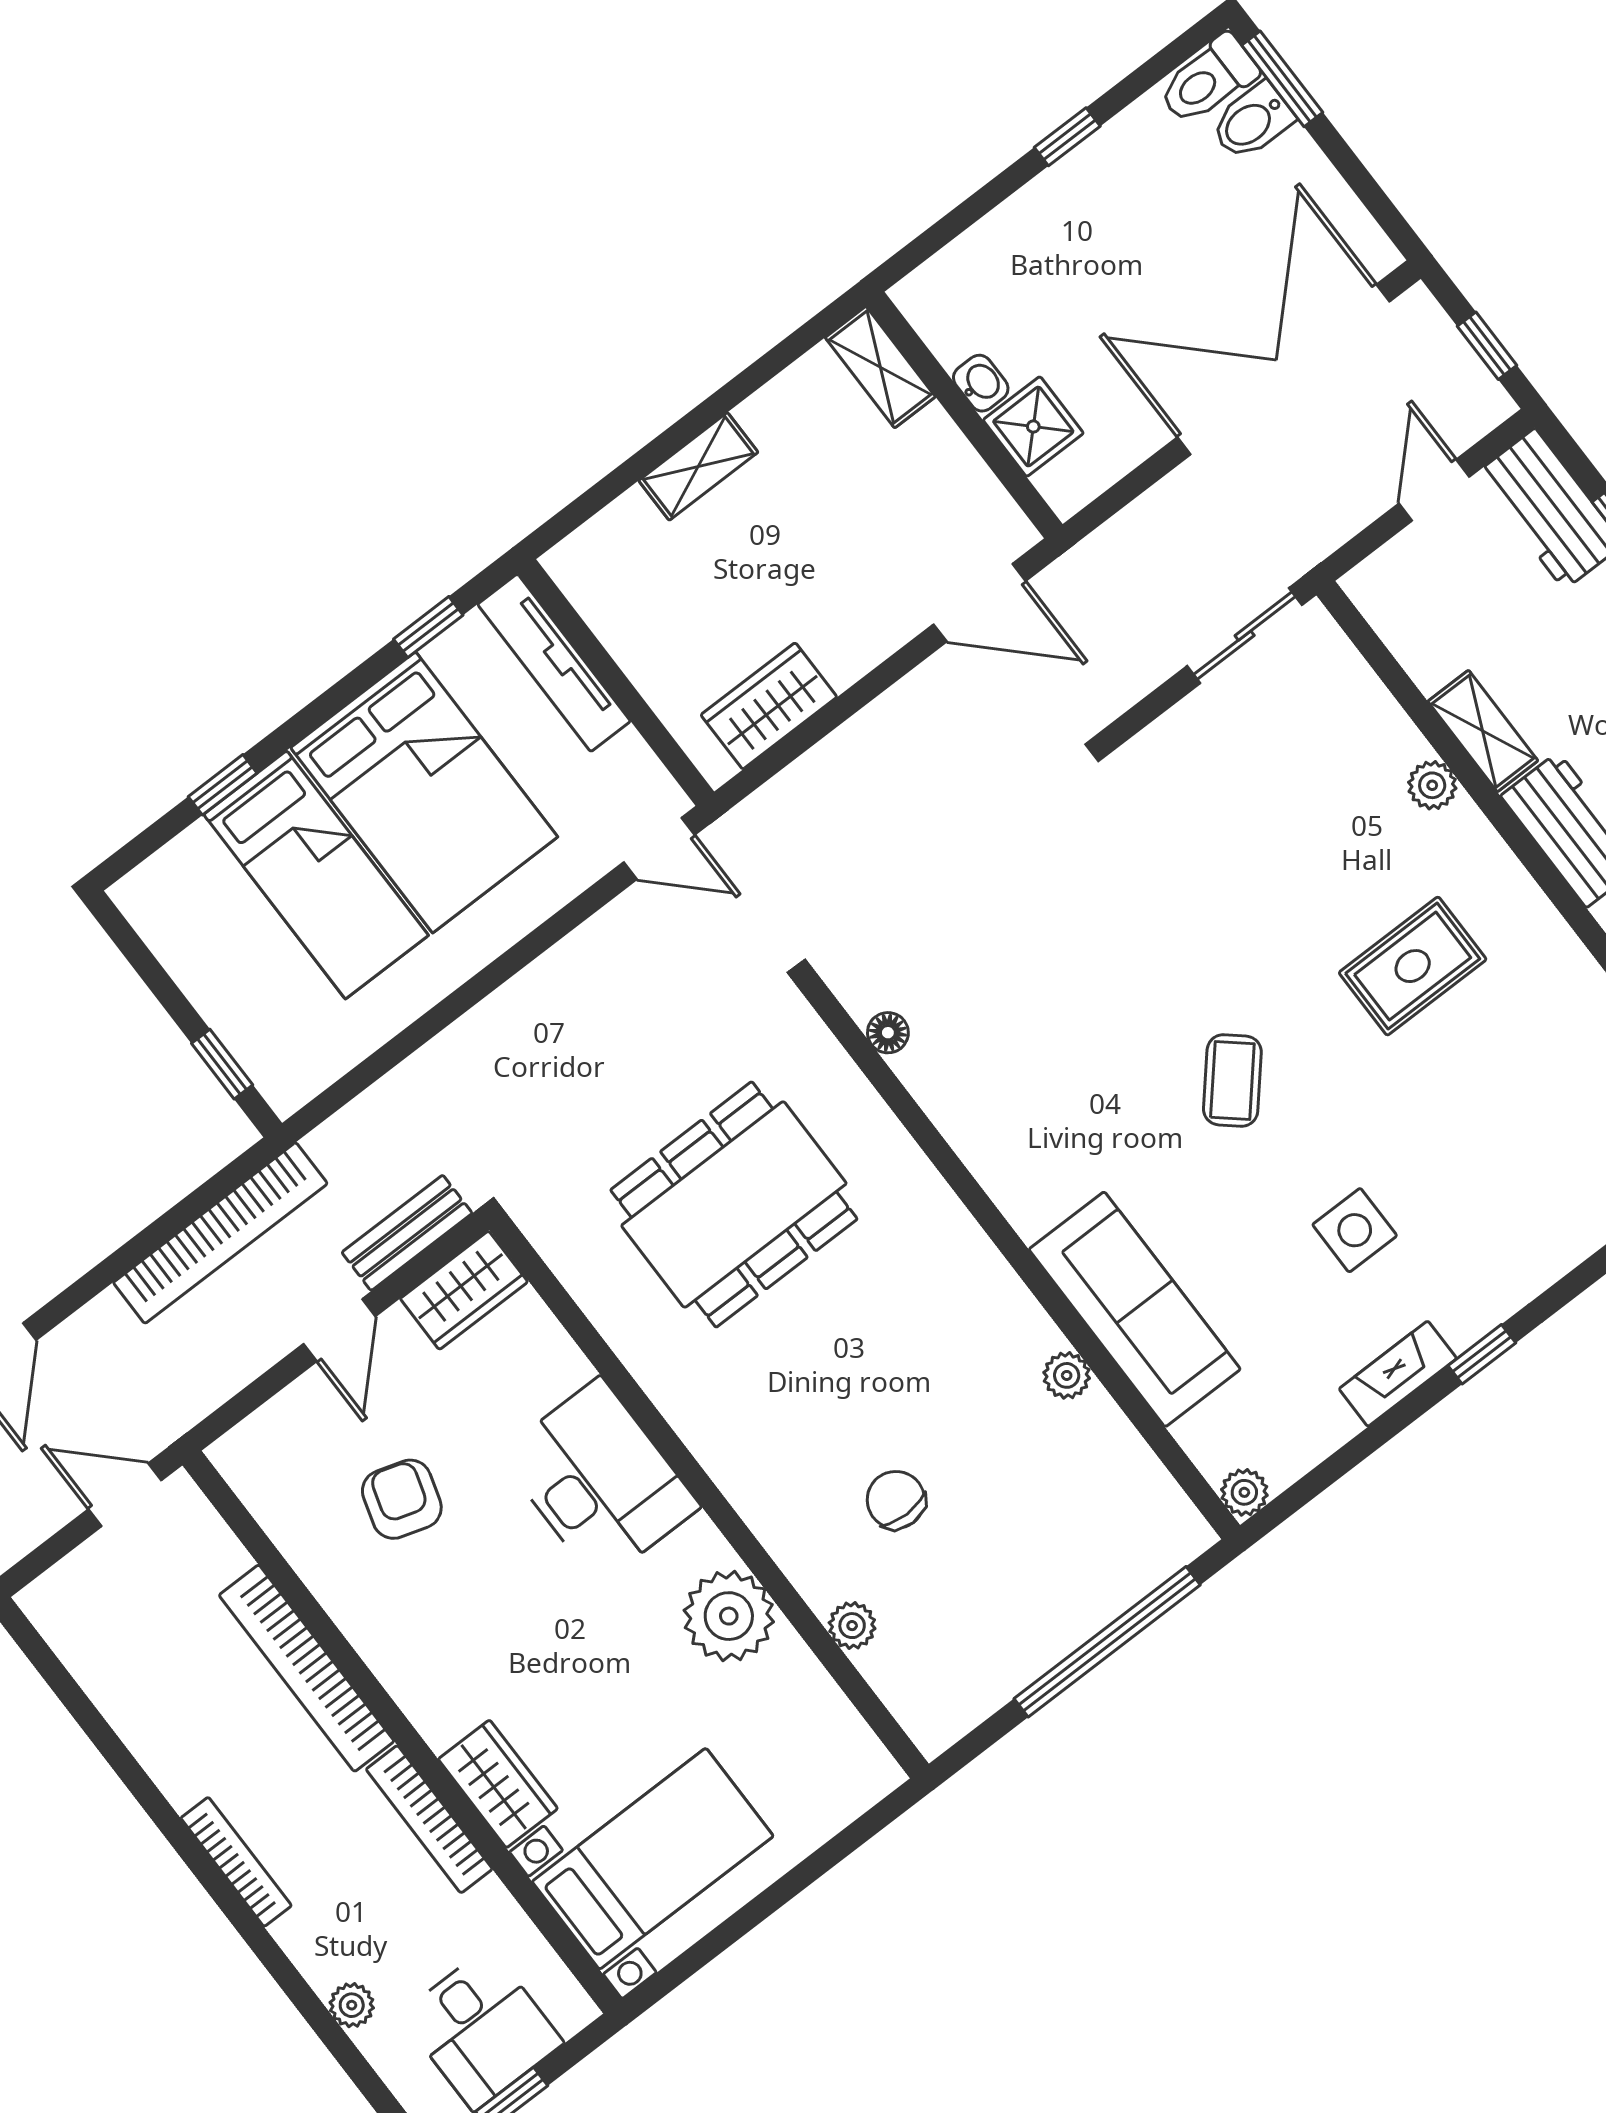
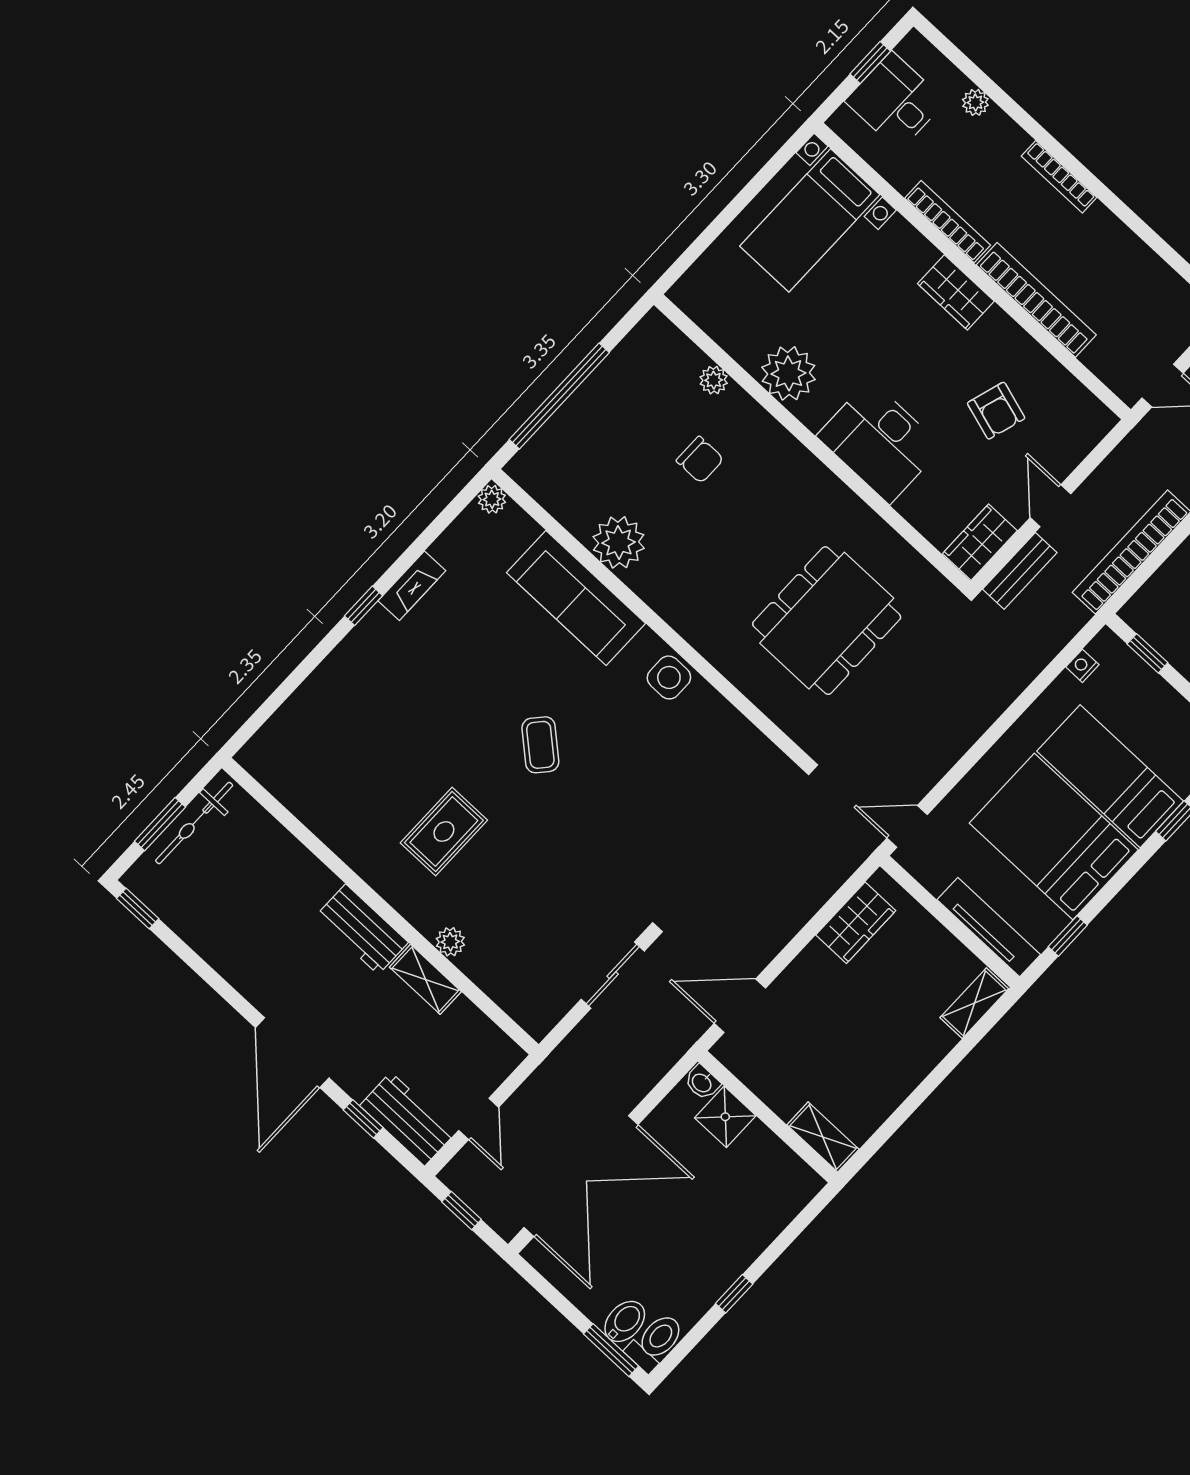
washbasin: (981, 383) -> (702, 1082), moved
shelving: (698, 466) -> (974, 1003), moved
sliding door: (1245, 636) -> (613, 975), moved
floor lamp: (888, 1033) -> (752, 739), removed
nightstand: (331, 1062) -> (1082, 666), added
side table: (1355, 1230) -> (669, 677), moved
plant: (1067, 1375) -> (619, 542), width x1.87, depth x1.87
wardrobe: (498, 1784) -> (956, 292), moved

